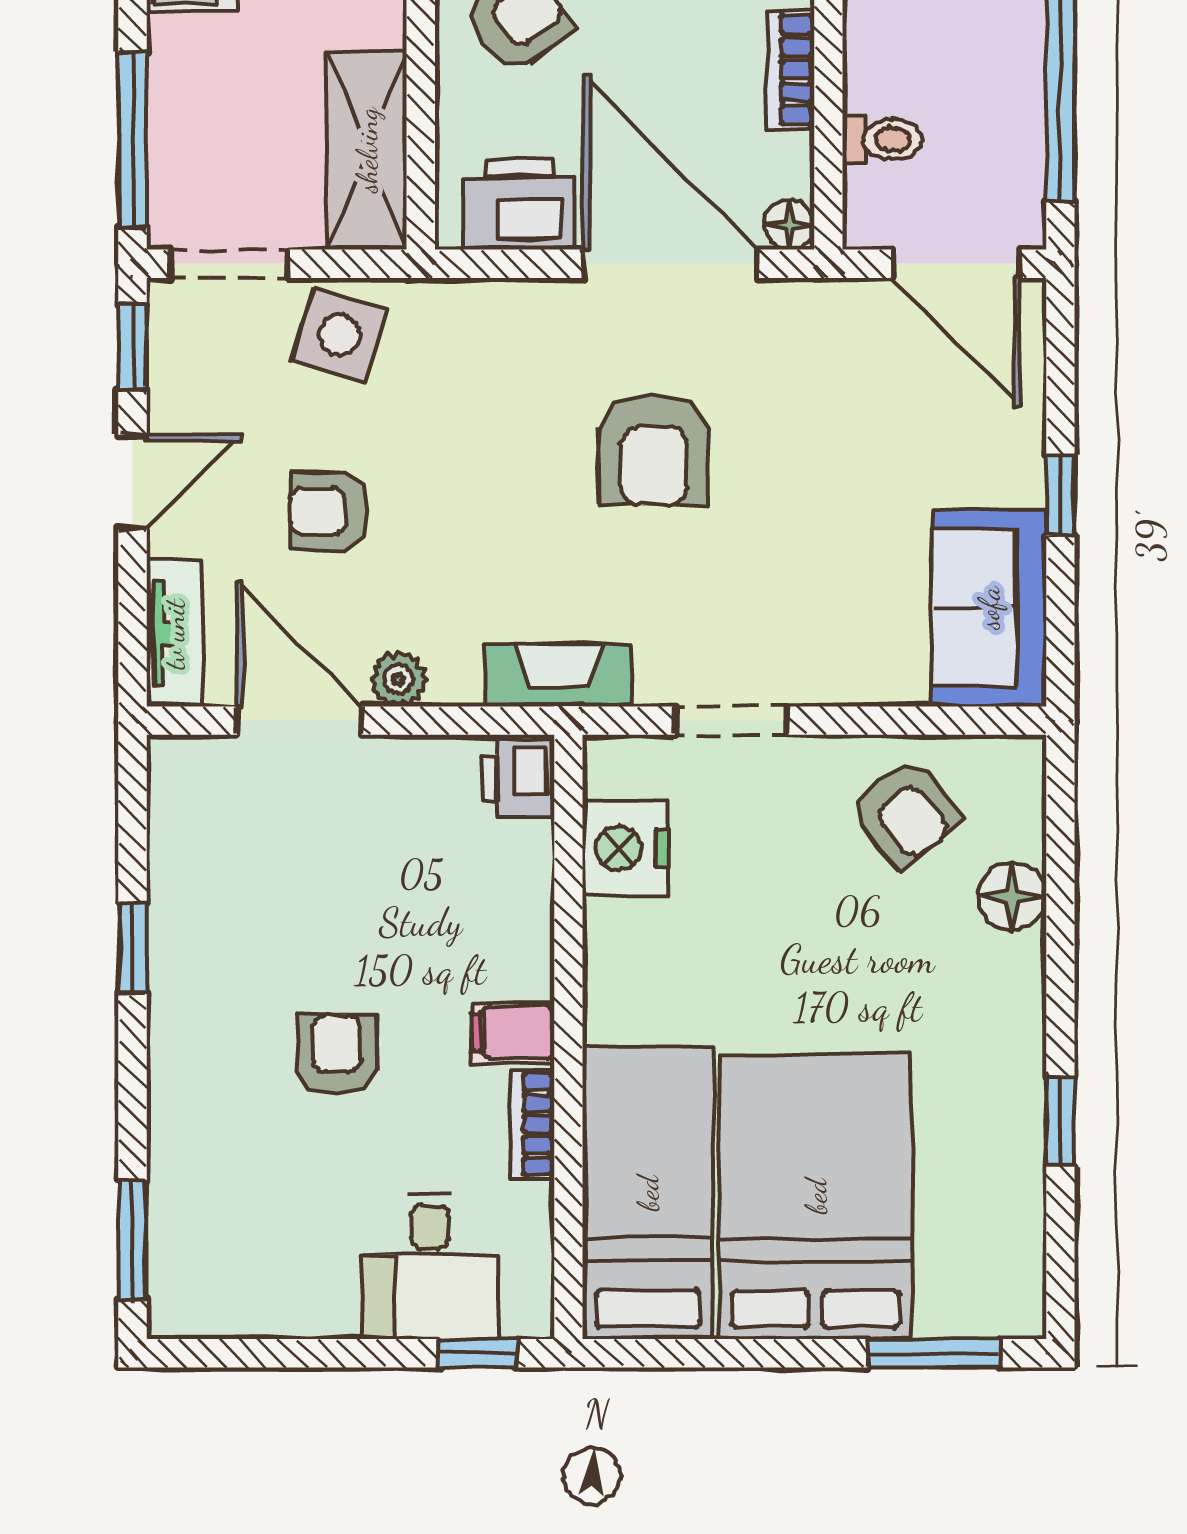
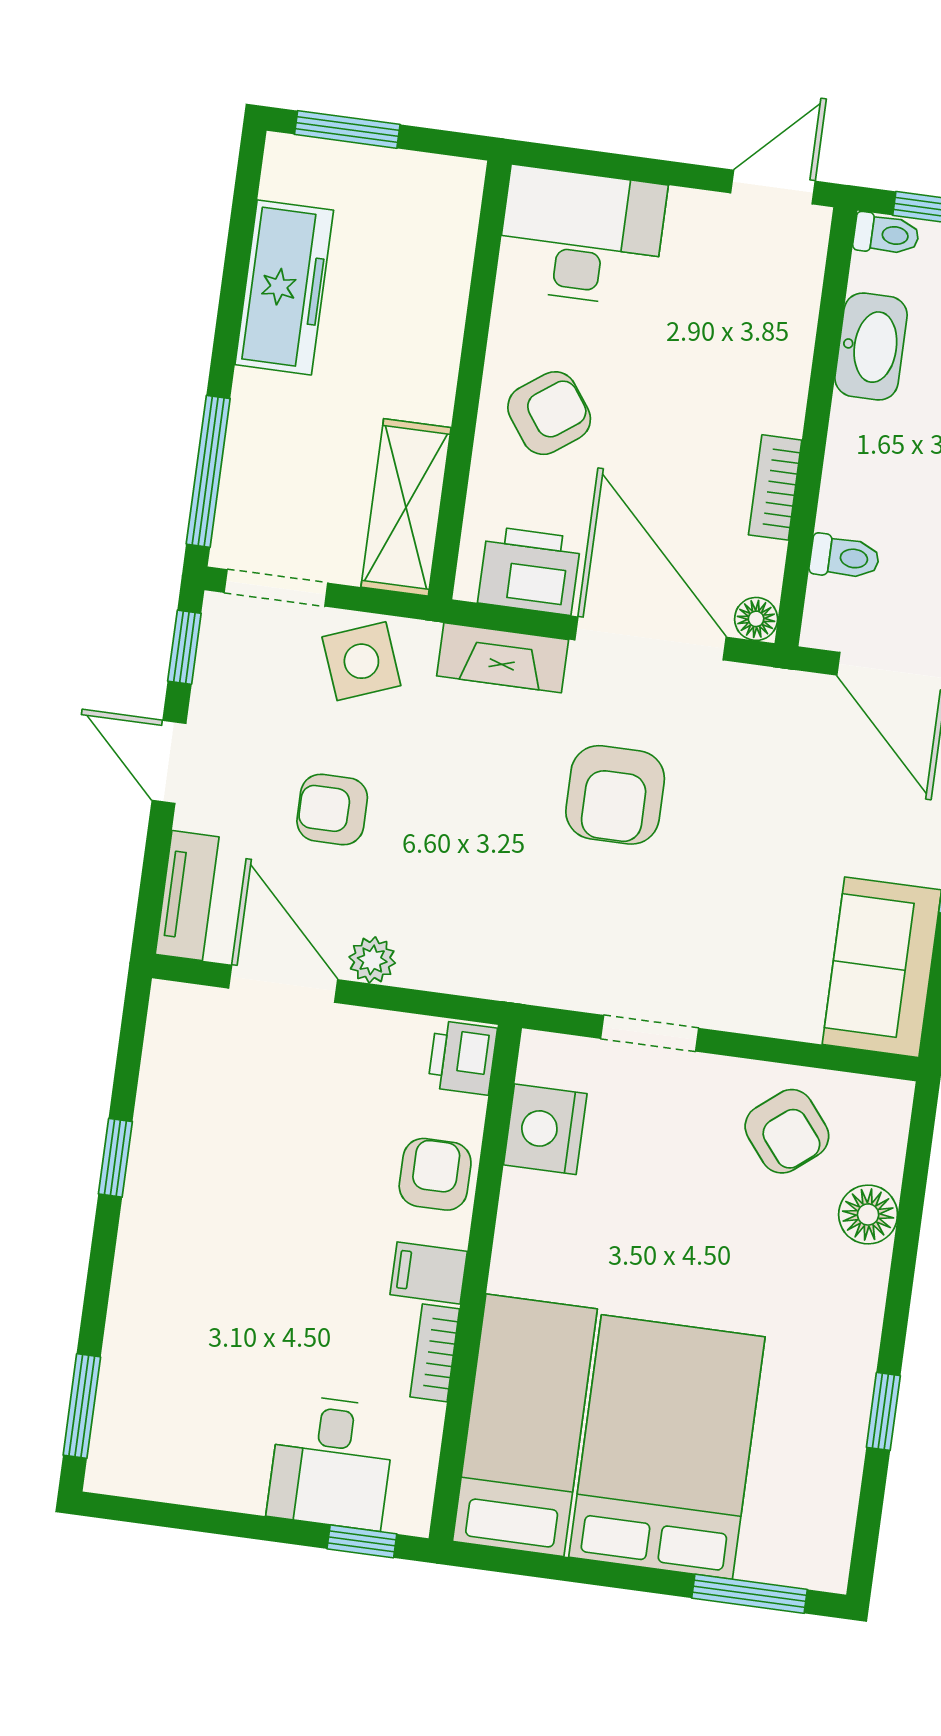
side table: (339, 335) -> (361, 661), turned -38
door: (133, 482) -> (169, 762), swing flipped
fireplace: (558, 675) -> (503, 658), moved, turned 180
armchair: (337, 1055) -> (435, 1174), moved

